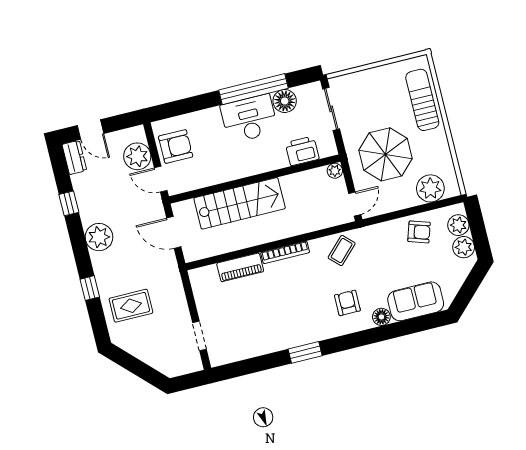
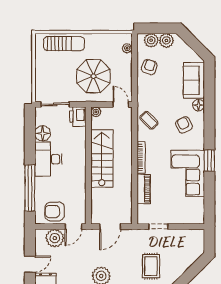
window: (254, 89) -> (30, 188), moved
sun lounger: (422, 100) -> (64, 44), turned 180
armchair: (176, 146) -> (55, 212), turned -90
printer: (302, 151) -> (78, 117), moved
plant: (430, 188) -> (127, 48), width x0.53, depth x0.53
stairs: (240, 203) -> (102, 158), moved
armchair: (347, 303) -> (184, 125), turned 63
corner sofa: (279, 326) -> (188, 173), added
doorway: (199, 336) -> (158, 227), moved

